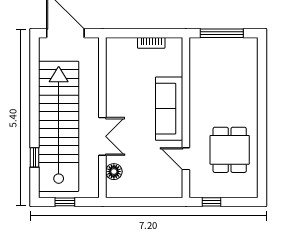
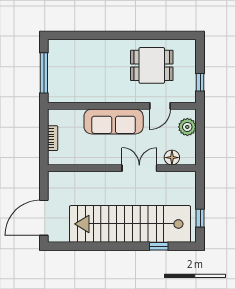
wall: (102, 118) -> (122, 168), moved
double door: (102, 136) -> (139, 168), moved
floor lamp: (114, 172) -> (172, 158), moved
plant: (163, 188) -> (187, 127), added

